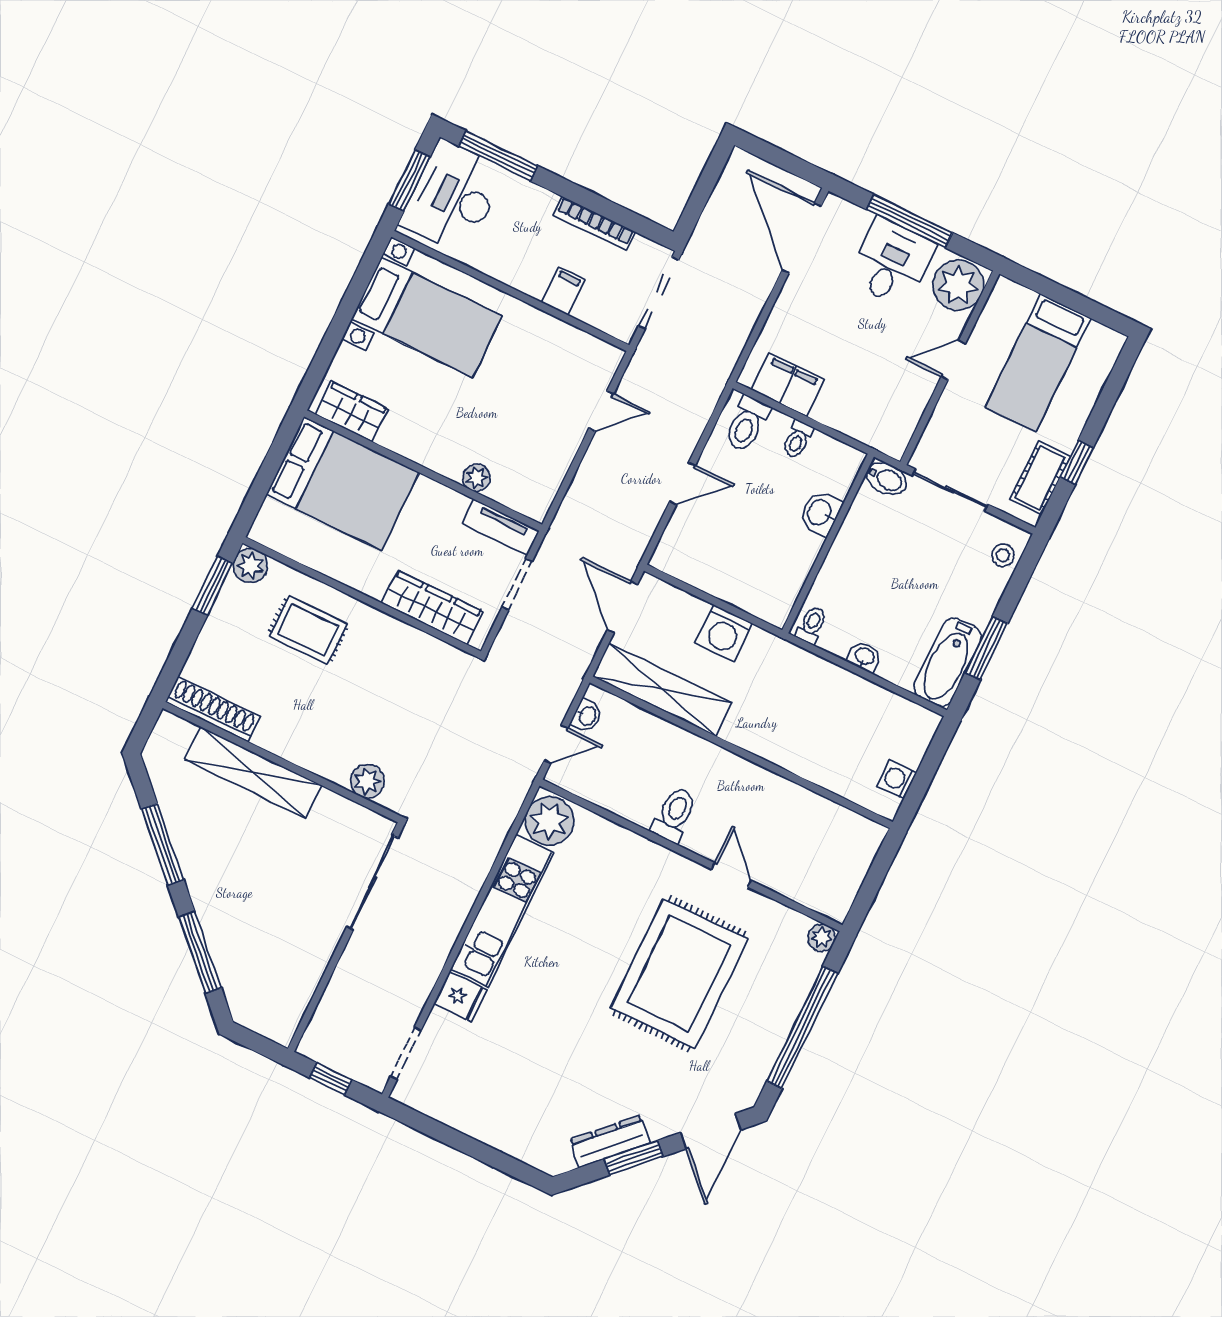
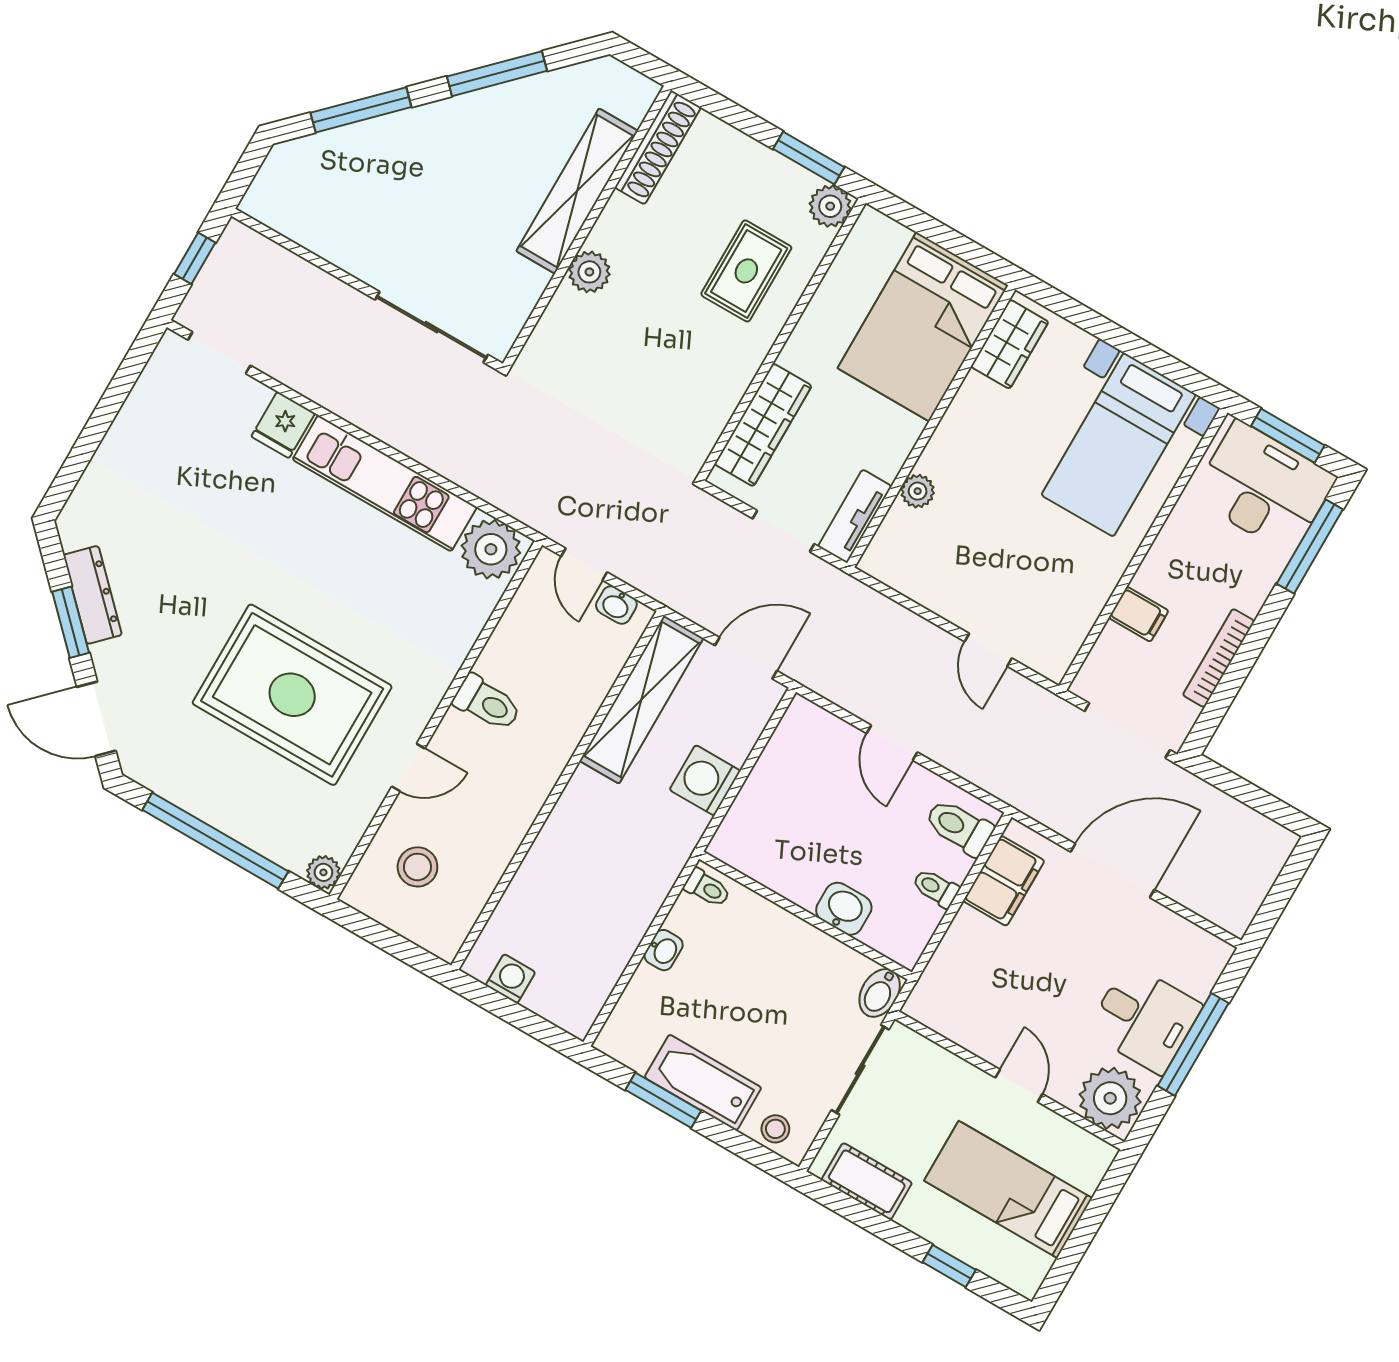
door: (802, 238) -> (1113, 871), moved
window: (1077, 462) -> (949, 1266), moved
bathtub: (948, 662) -> (703, 1083), moved
plant: (367, 781) -> (589, 272), moved
stool: (812, 861) -> (417, 867), added

